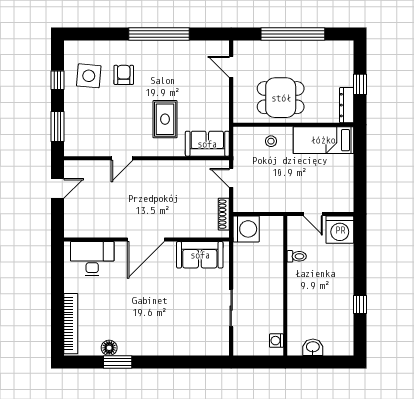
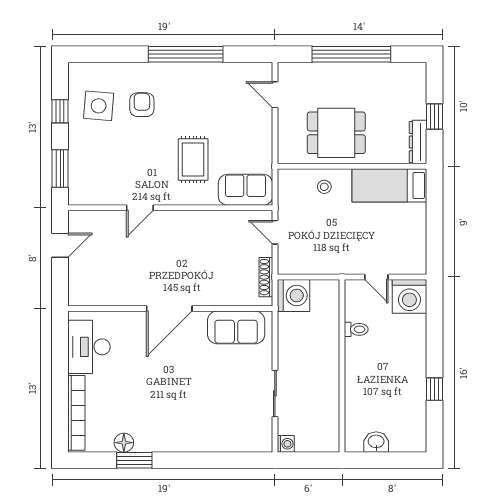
desk: (92, 258) -> (89, 347), moved, turned -90
washing machine: (277, 341) -> (286, 444), moved, turned 180

